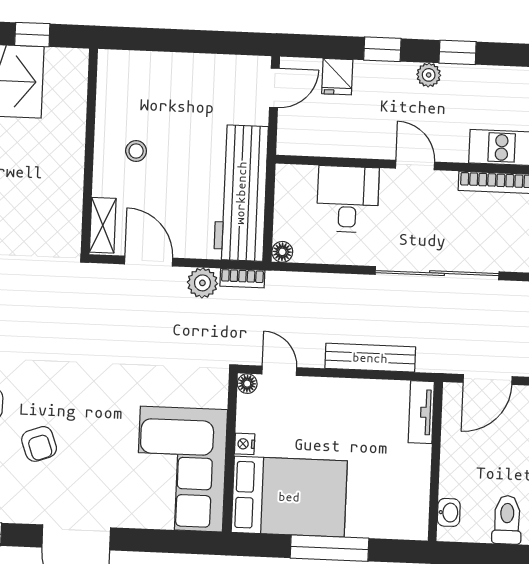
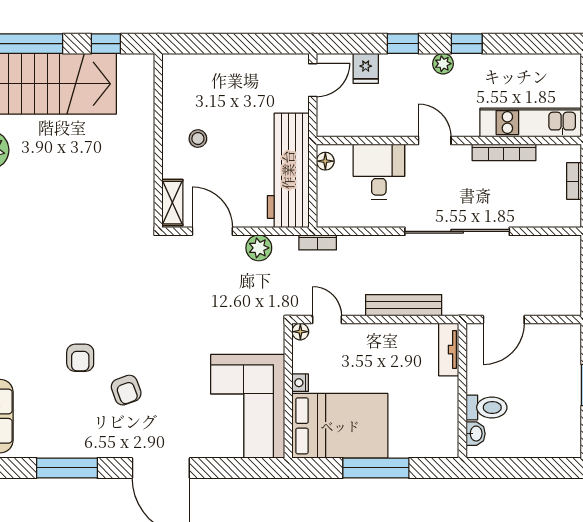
floor lamp: (282, 252) -> (325, 161), moved
bookcase: (242, 278) -> (318, 242), moved
toilet: (507, 520) -> (487, 407), moved, turned 90

